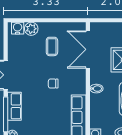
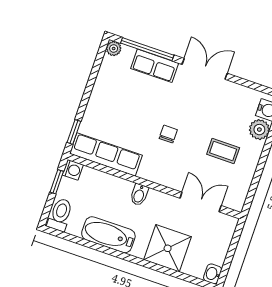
double door: (88, 49) -> (201, 202), width x0.73

